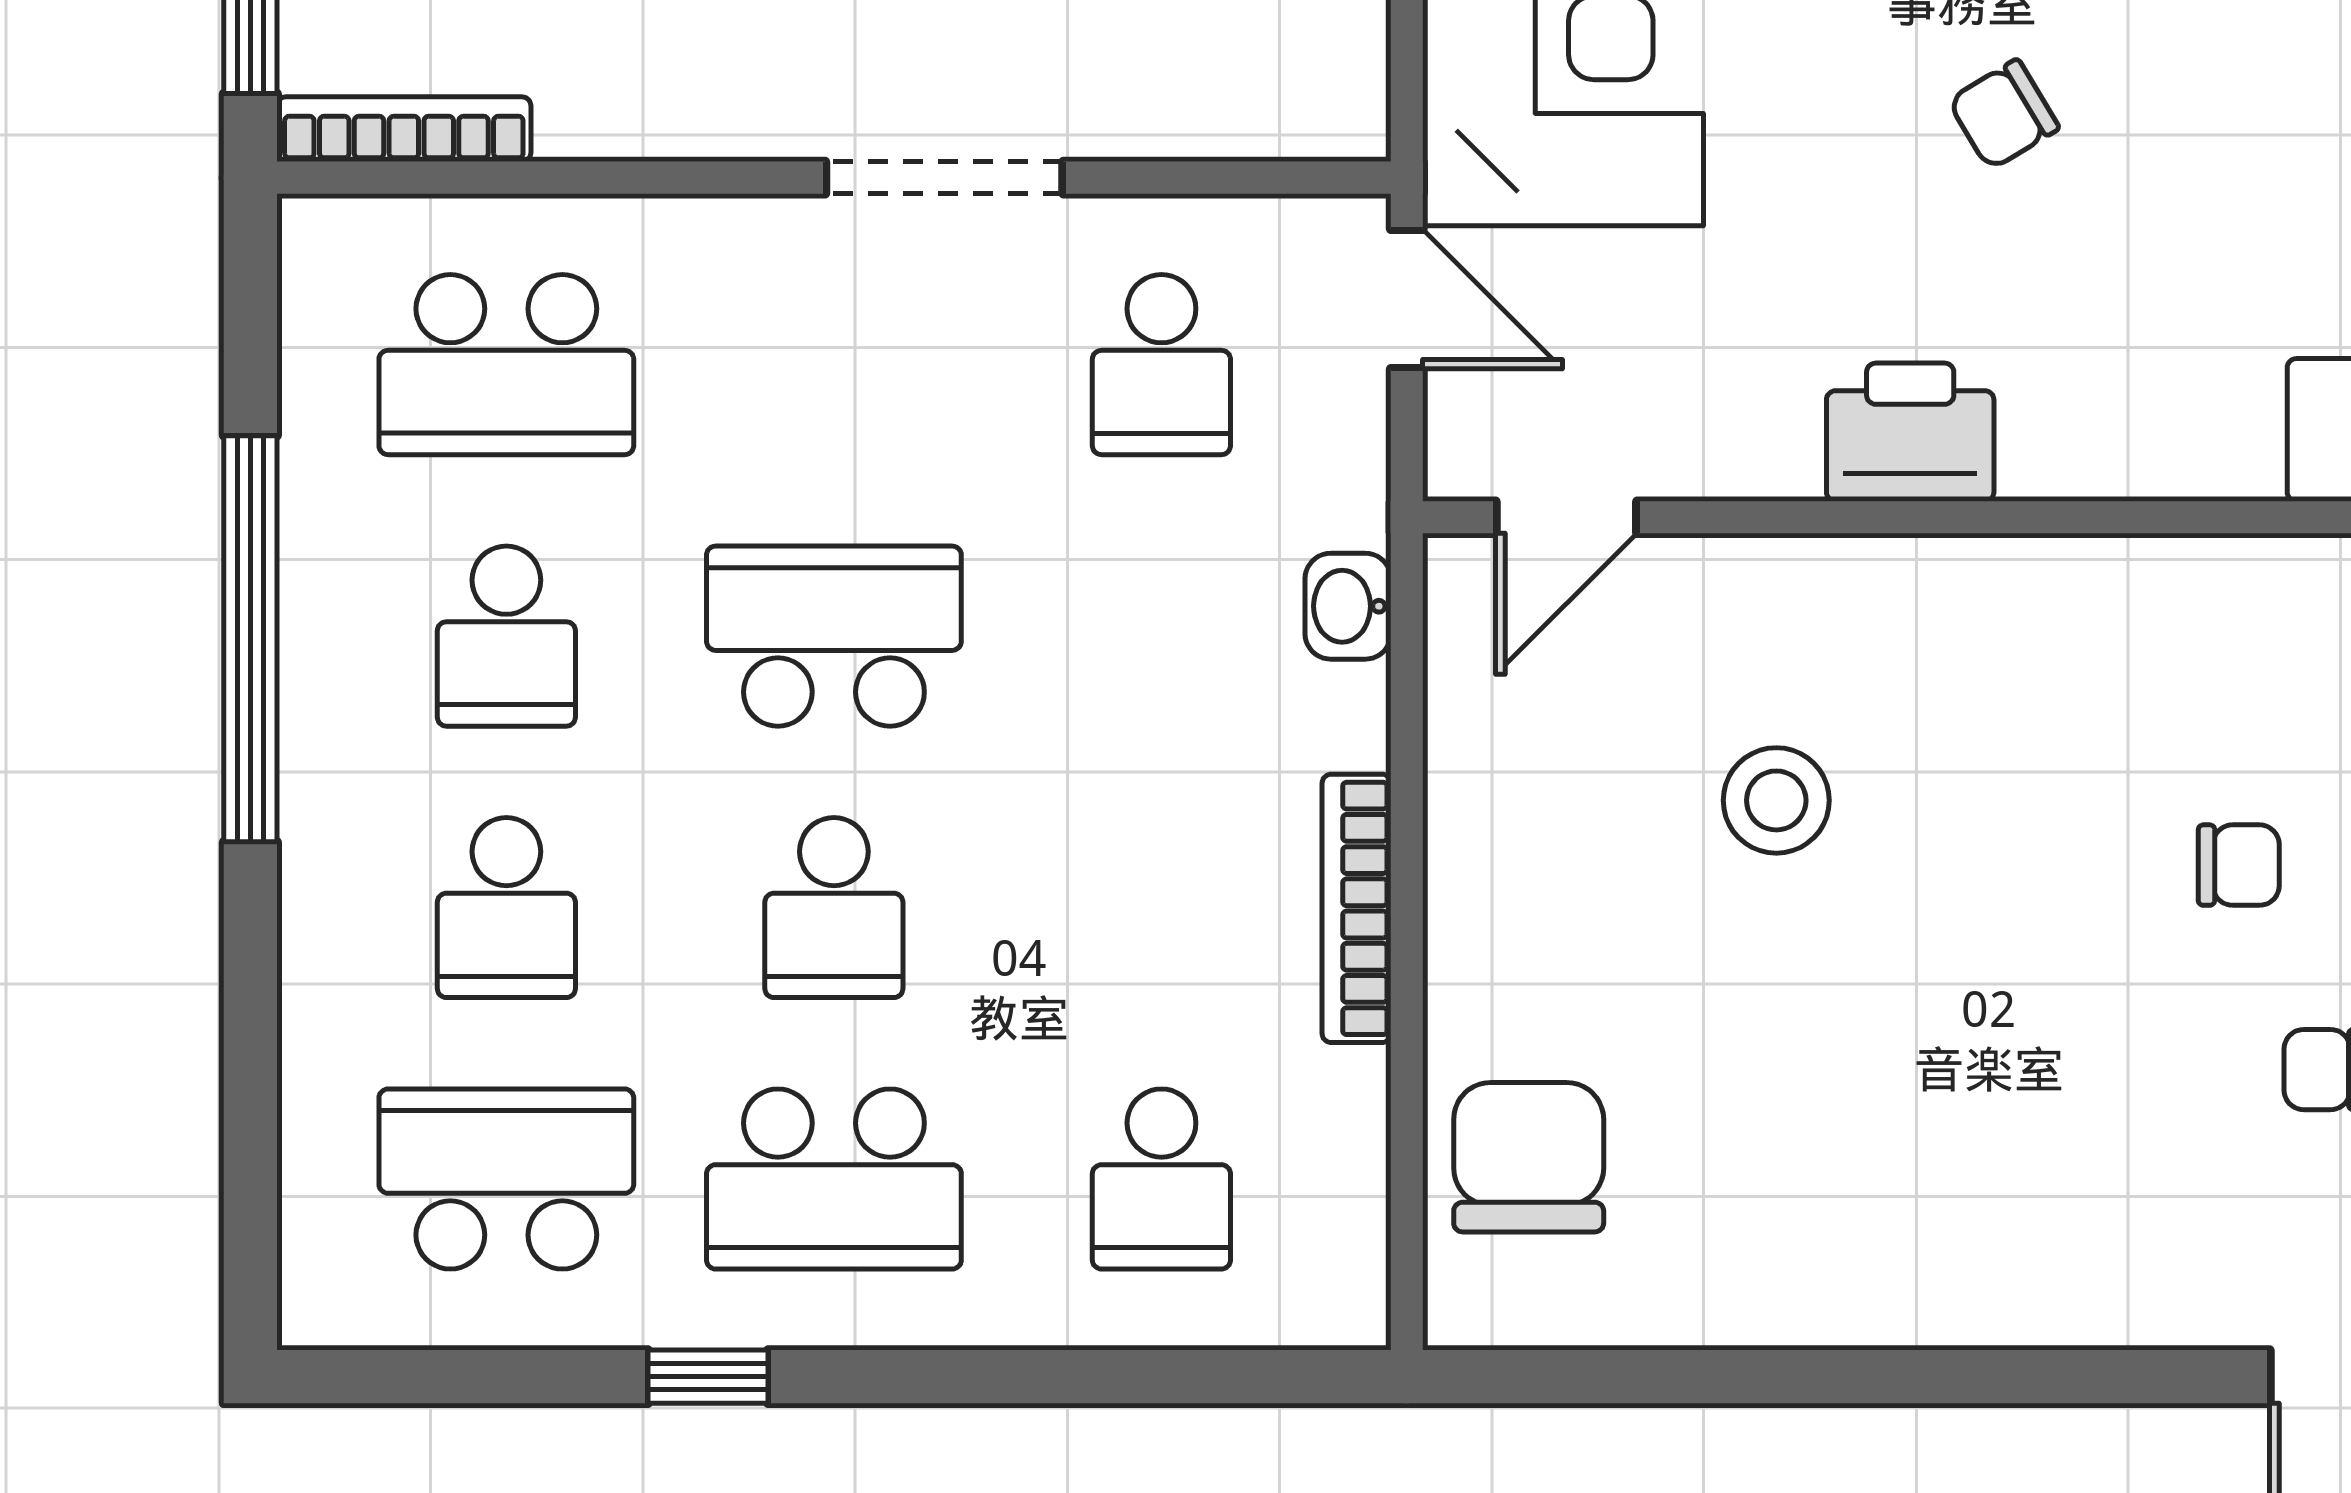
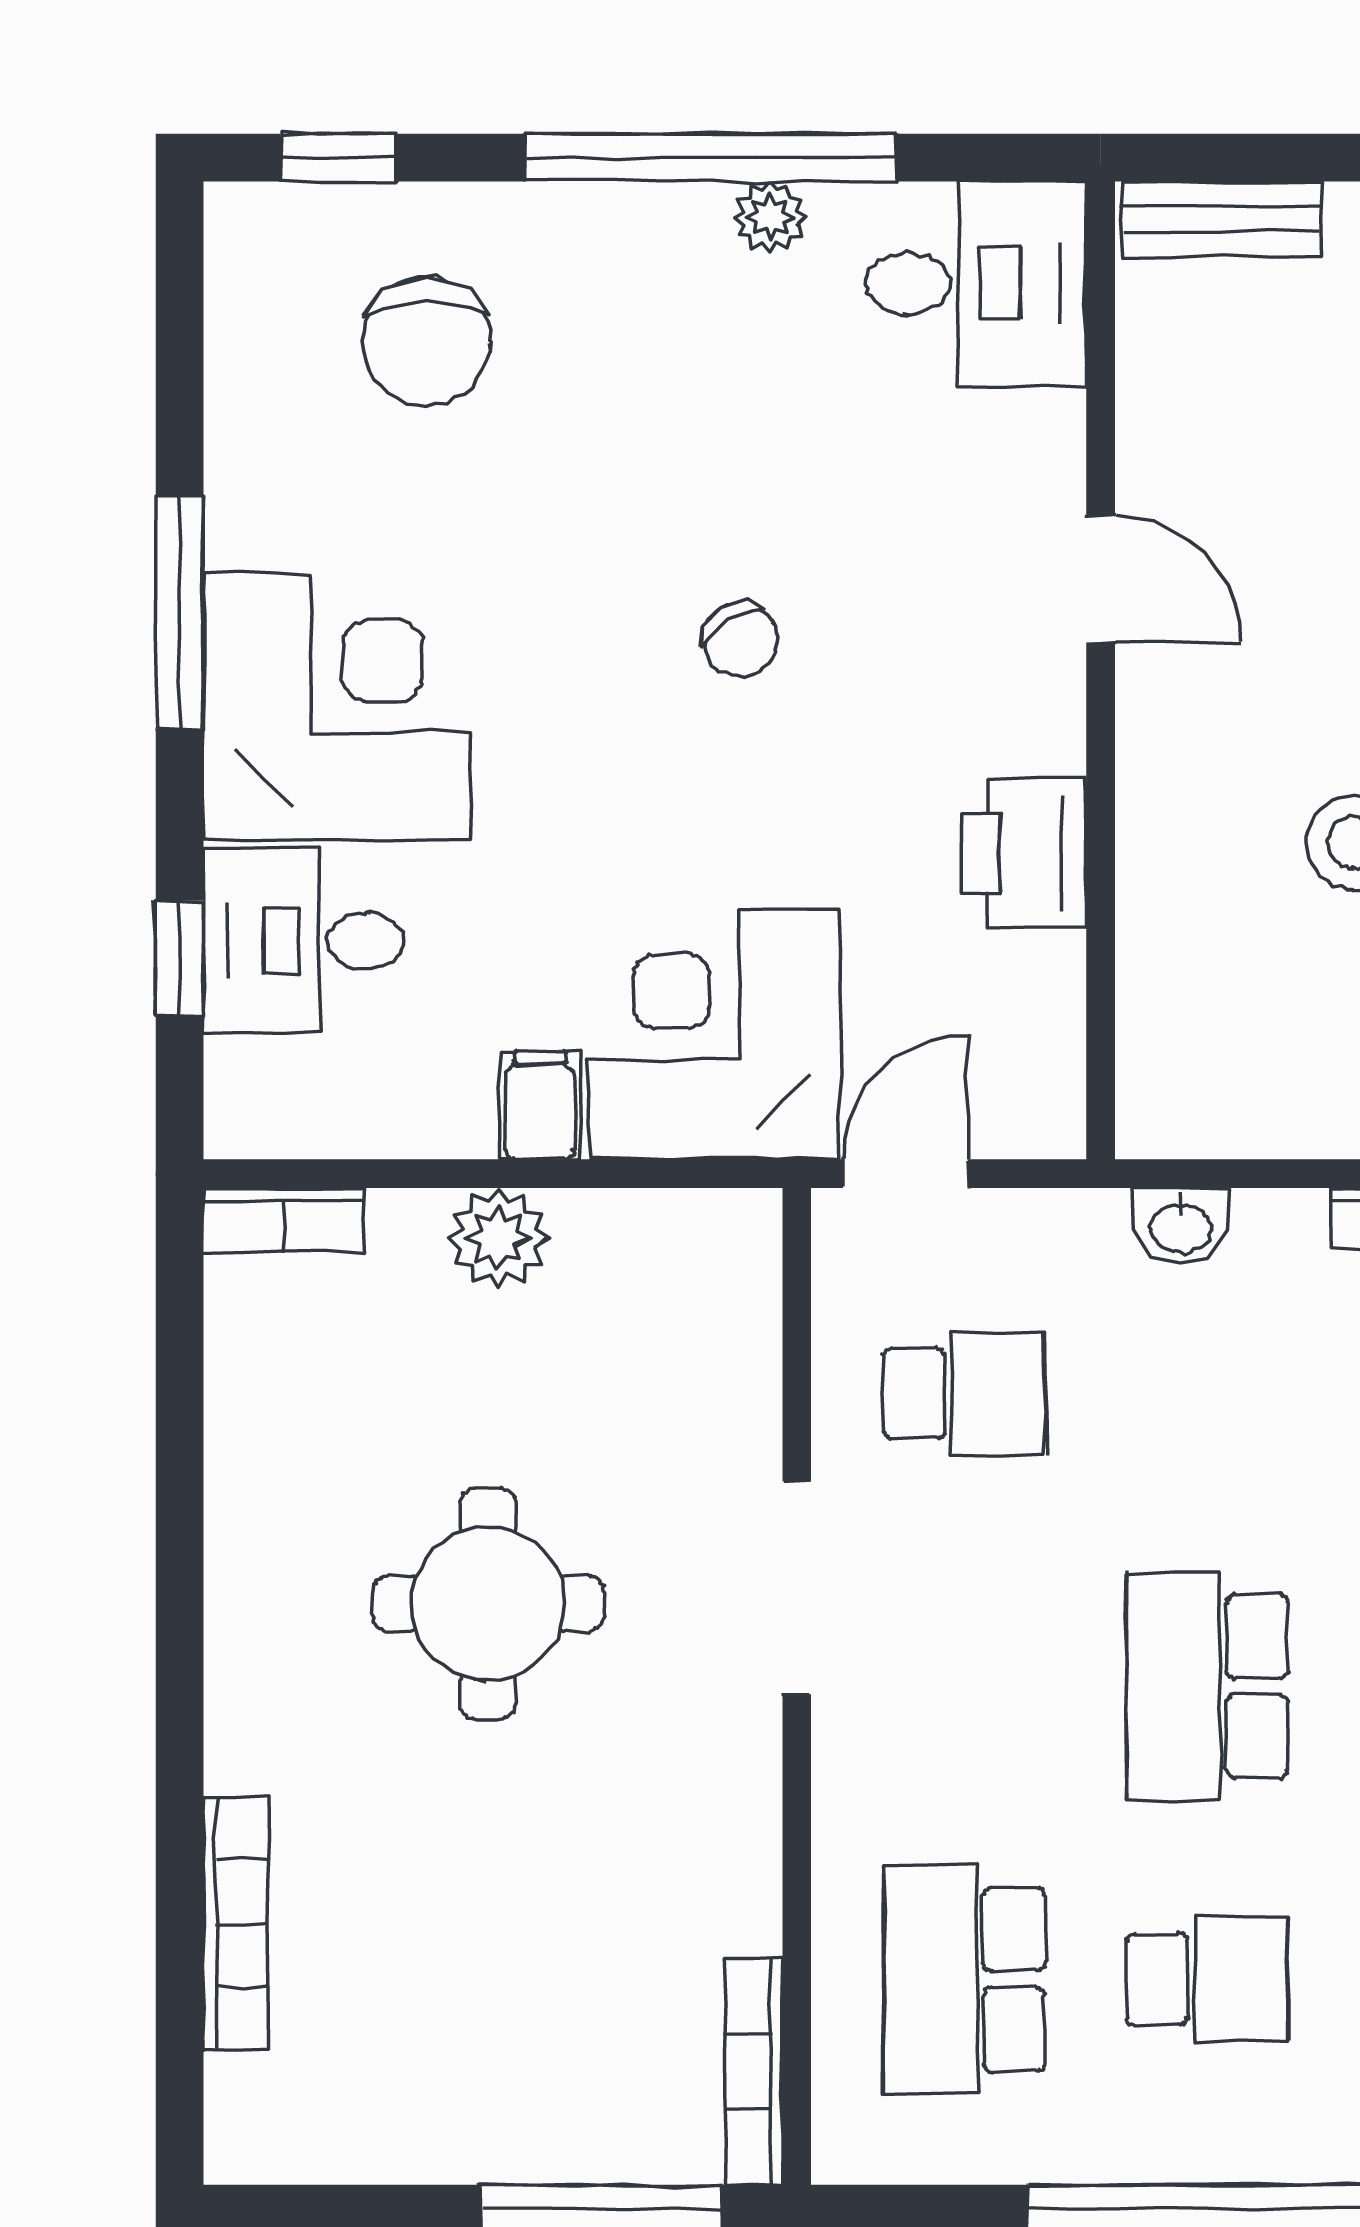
school desk: (506, 365) -> (964, 1979), turned 180
printer: (1910, 432) -> (1024, 853), moved
door: (1566, 517) -> (1101, 579), moved

